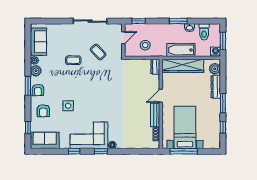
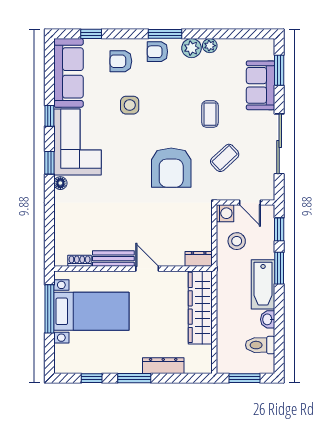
window: (48, 21) -> (279, 70), added
window: (178, 21) -> (279, 268), moved
sofa: (38, 42) -> (261, 85), moved, turned 90
bathtub: (181, 50) -> (263, 284), moved, turned 180
washing machine: (215, 52) -> (225, 213), moved
plant: (215, 69) -> (195, 364), removed
armchair: (104, 82) -> (171, 168), added
sofa: (45, 140) -> (68, 73), width x1.36

